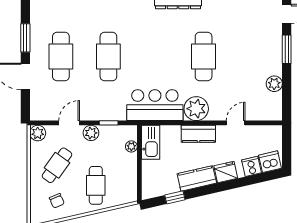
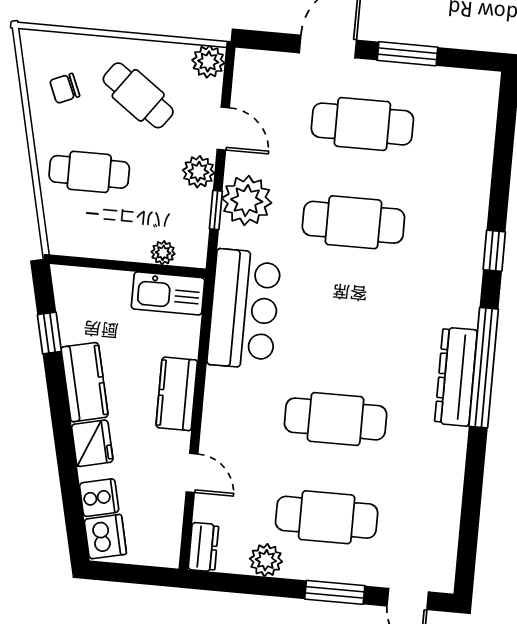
cafe table: (251, 56) -> (327, 517), added
plant: (196, 109) -> (247, 200), moved
dresser: (271, 114) -> (203, 547), added

